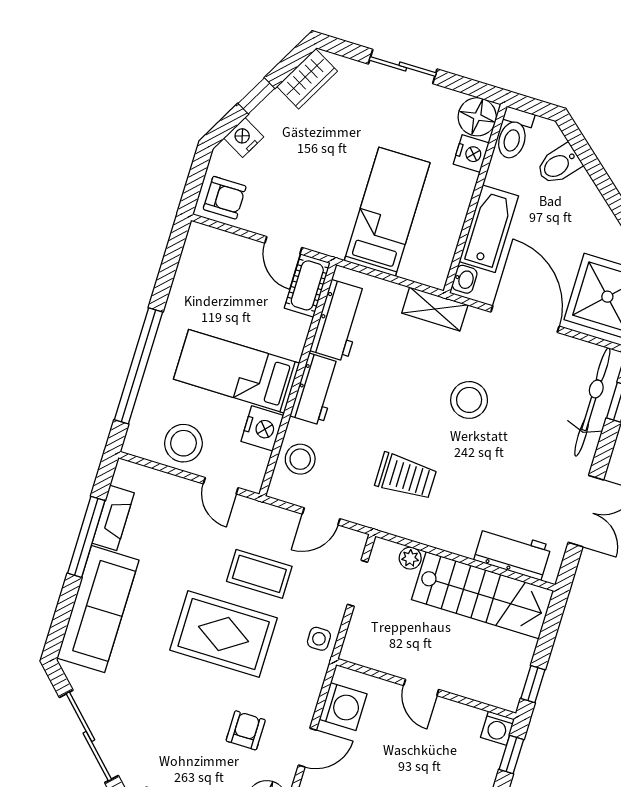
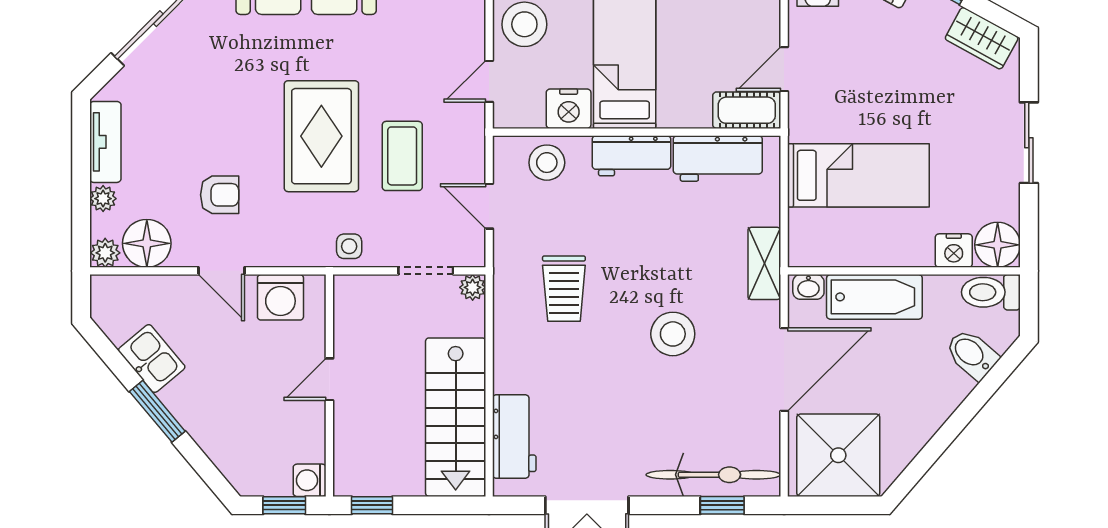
plant: (410, 558) -> (473, 287), moved

